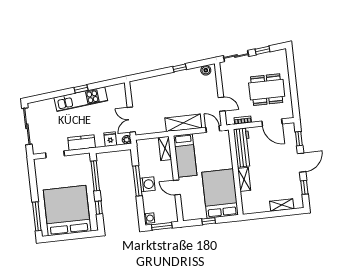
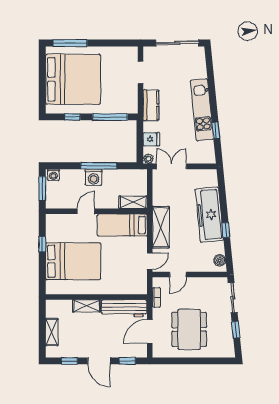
freezer: (168, 83) -> (209, 215), added
window: (81, 89) -> (216, 130), moved
workbench: (243, 148) -> (124, 308), moved
wall: (236, 172) -> (96, 297), moved
shelving: (244, 179) -> (87, 306), moved

